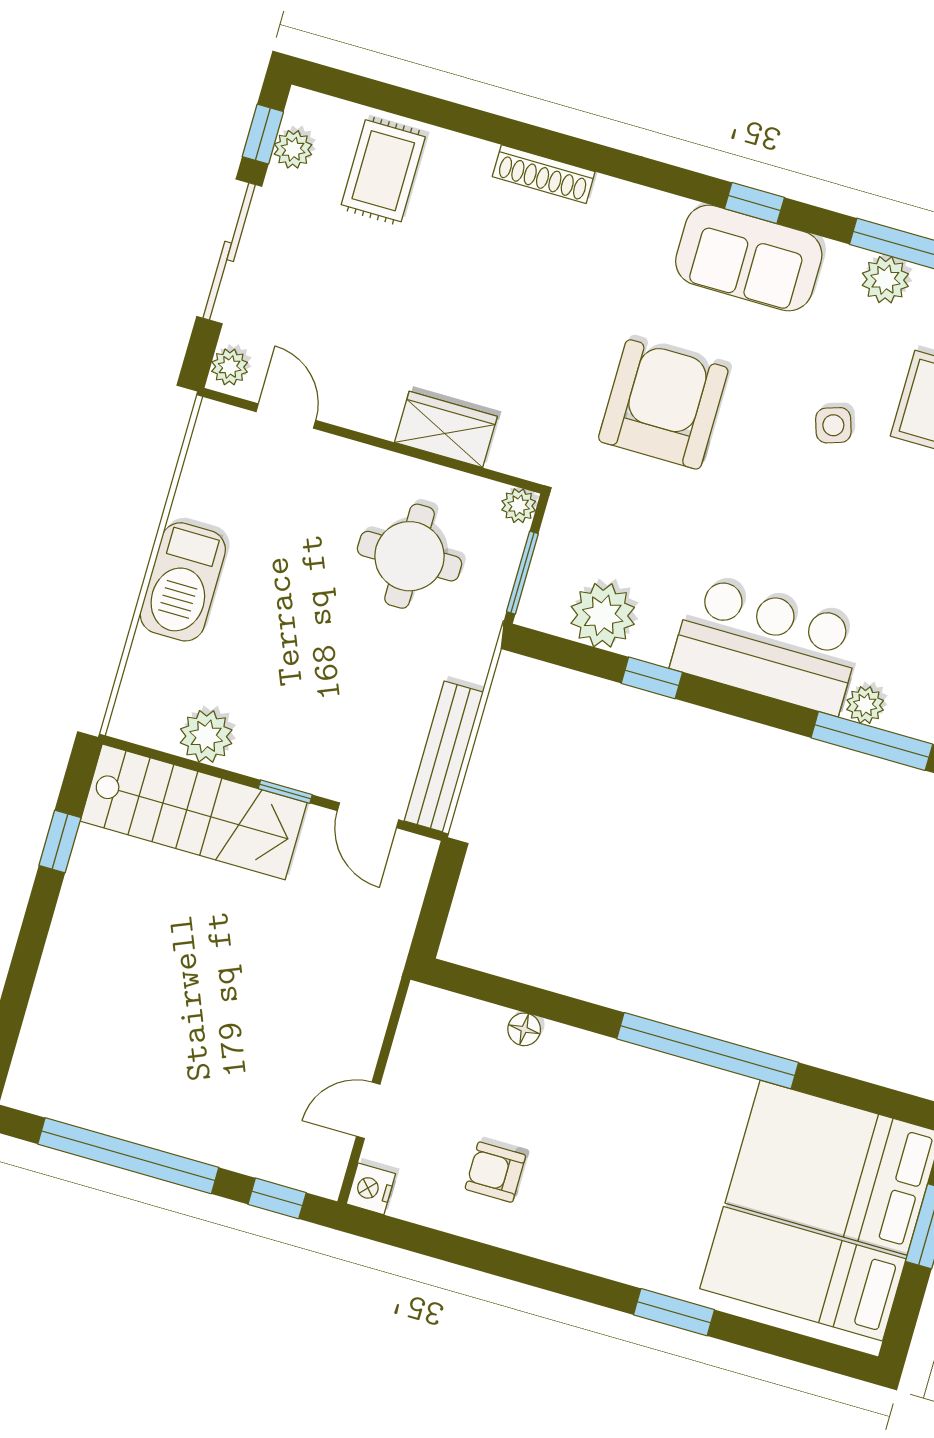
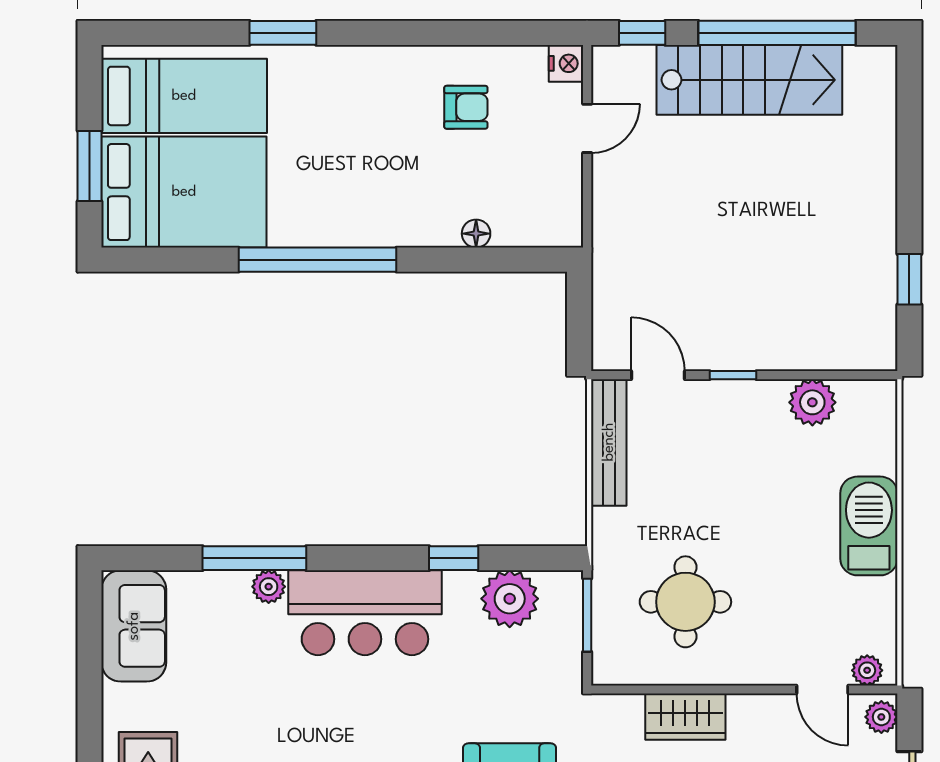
plant: (519, 506) -> (867, 670), moved
stairs: (194, 812) -> (749, 80), moved, turned 180

